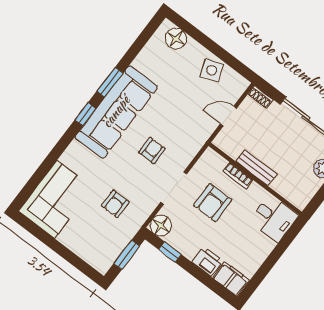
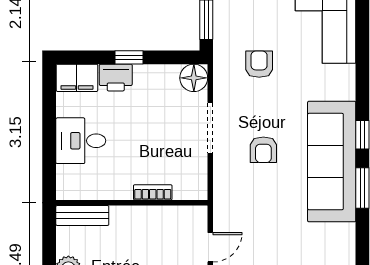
bench: (256, 168) -> (82, 215), moved
armchair: (213, 203) -> (158, 144), removed
desk: (274, 218) -> (81, 141), moved
window: (170, 252) -> (129, 57), moved

